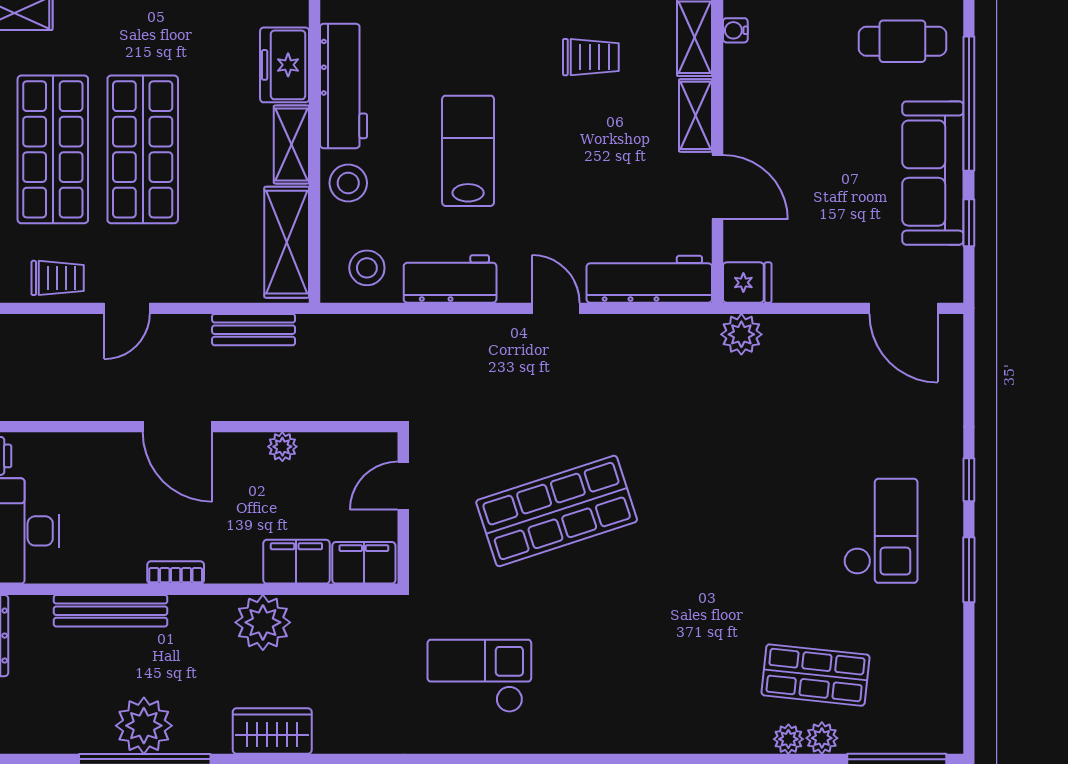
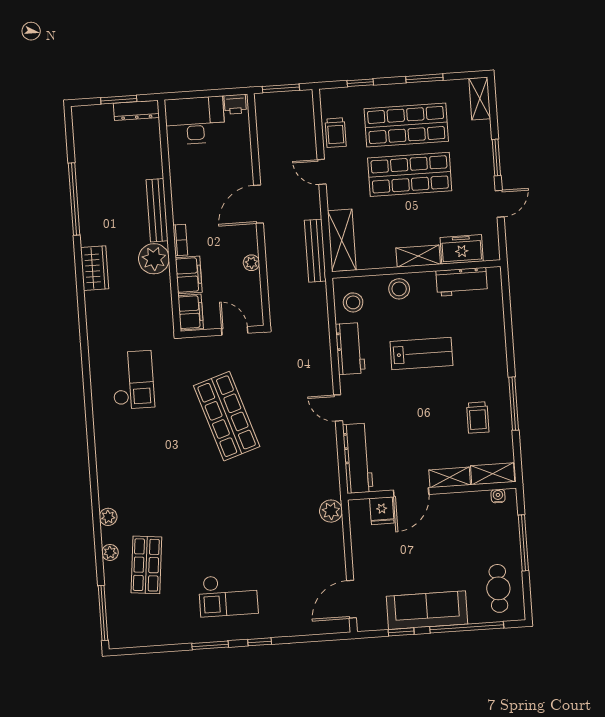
workbench: (344, 86) -> (462, 282), width x0.73
shelving: (287, 242) -> (342, 240), moved, turned 90
fridge: (747, 283) -> (382, 511), moved
door: (556, 308) -> (338, 408), swing flipped
bench: (254, 330) -> (315, 251), width x1.36
bookcase: (176, 572) -> (180, 240), moved
bench: (111, 611) -> (157, 210), moved
plant: (144, 726) -> (93, 197), removed
plant: (822, 738) -> (108, 517), moved

